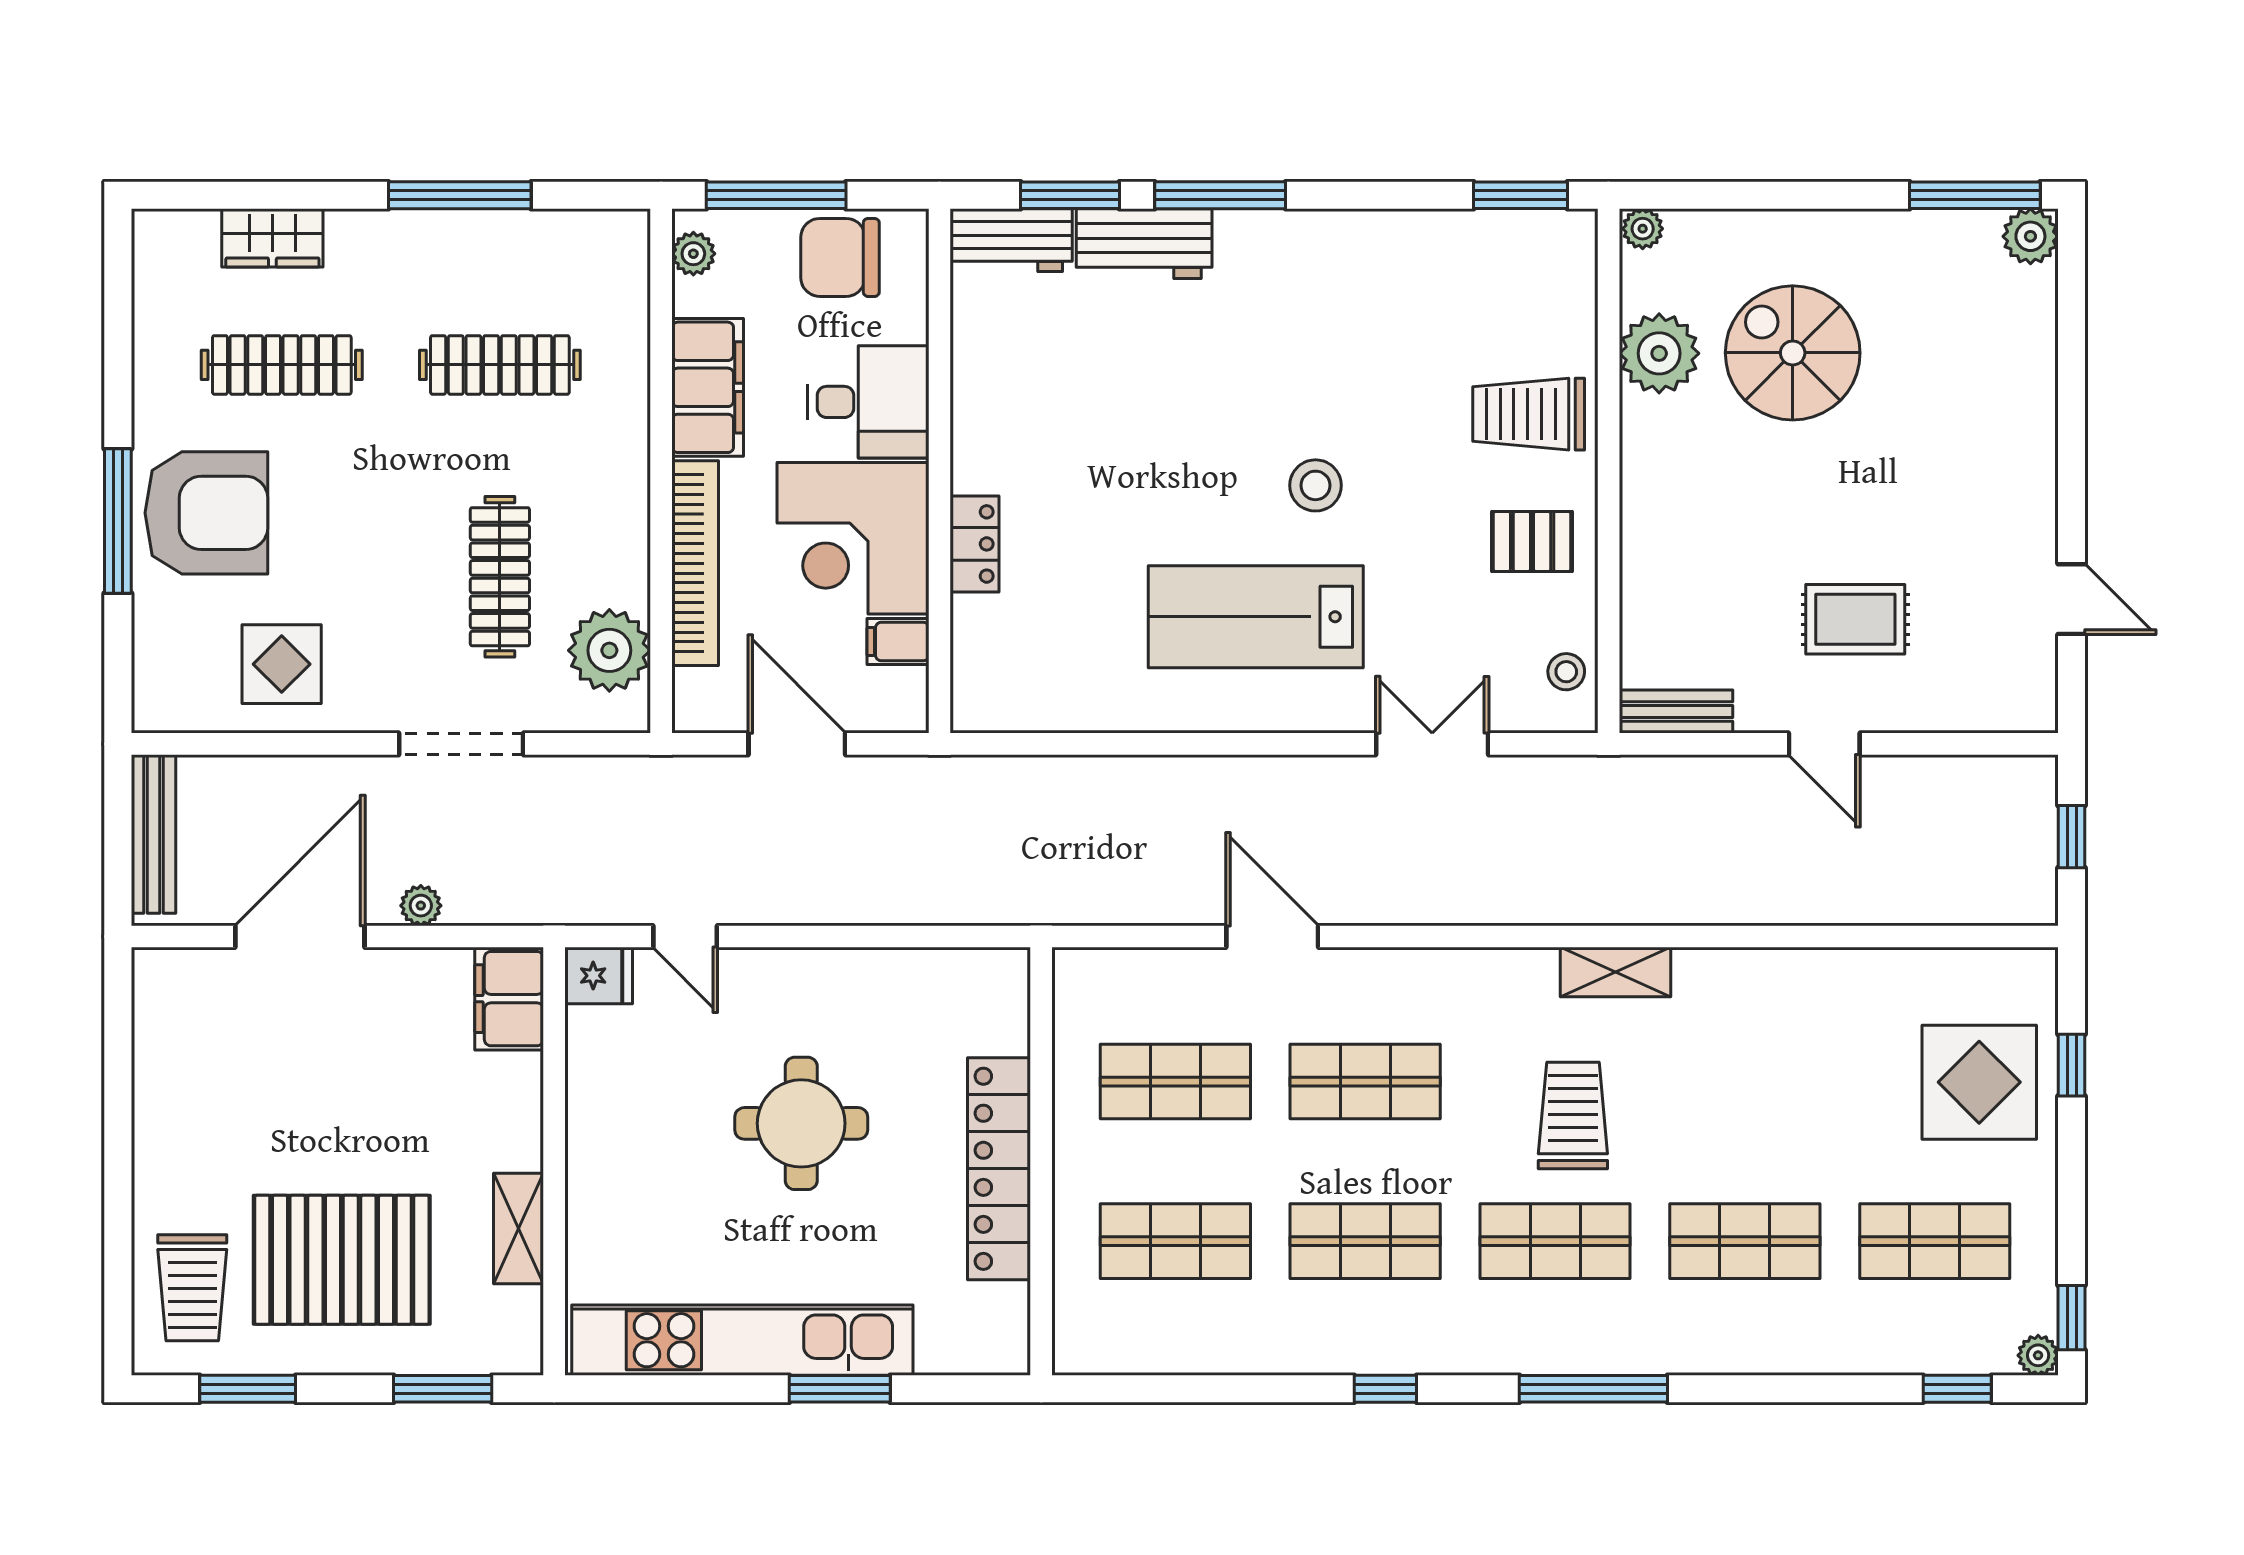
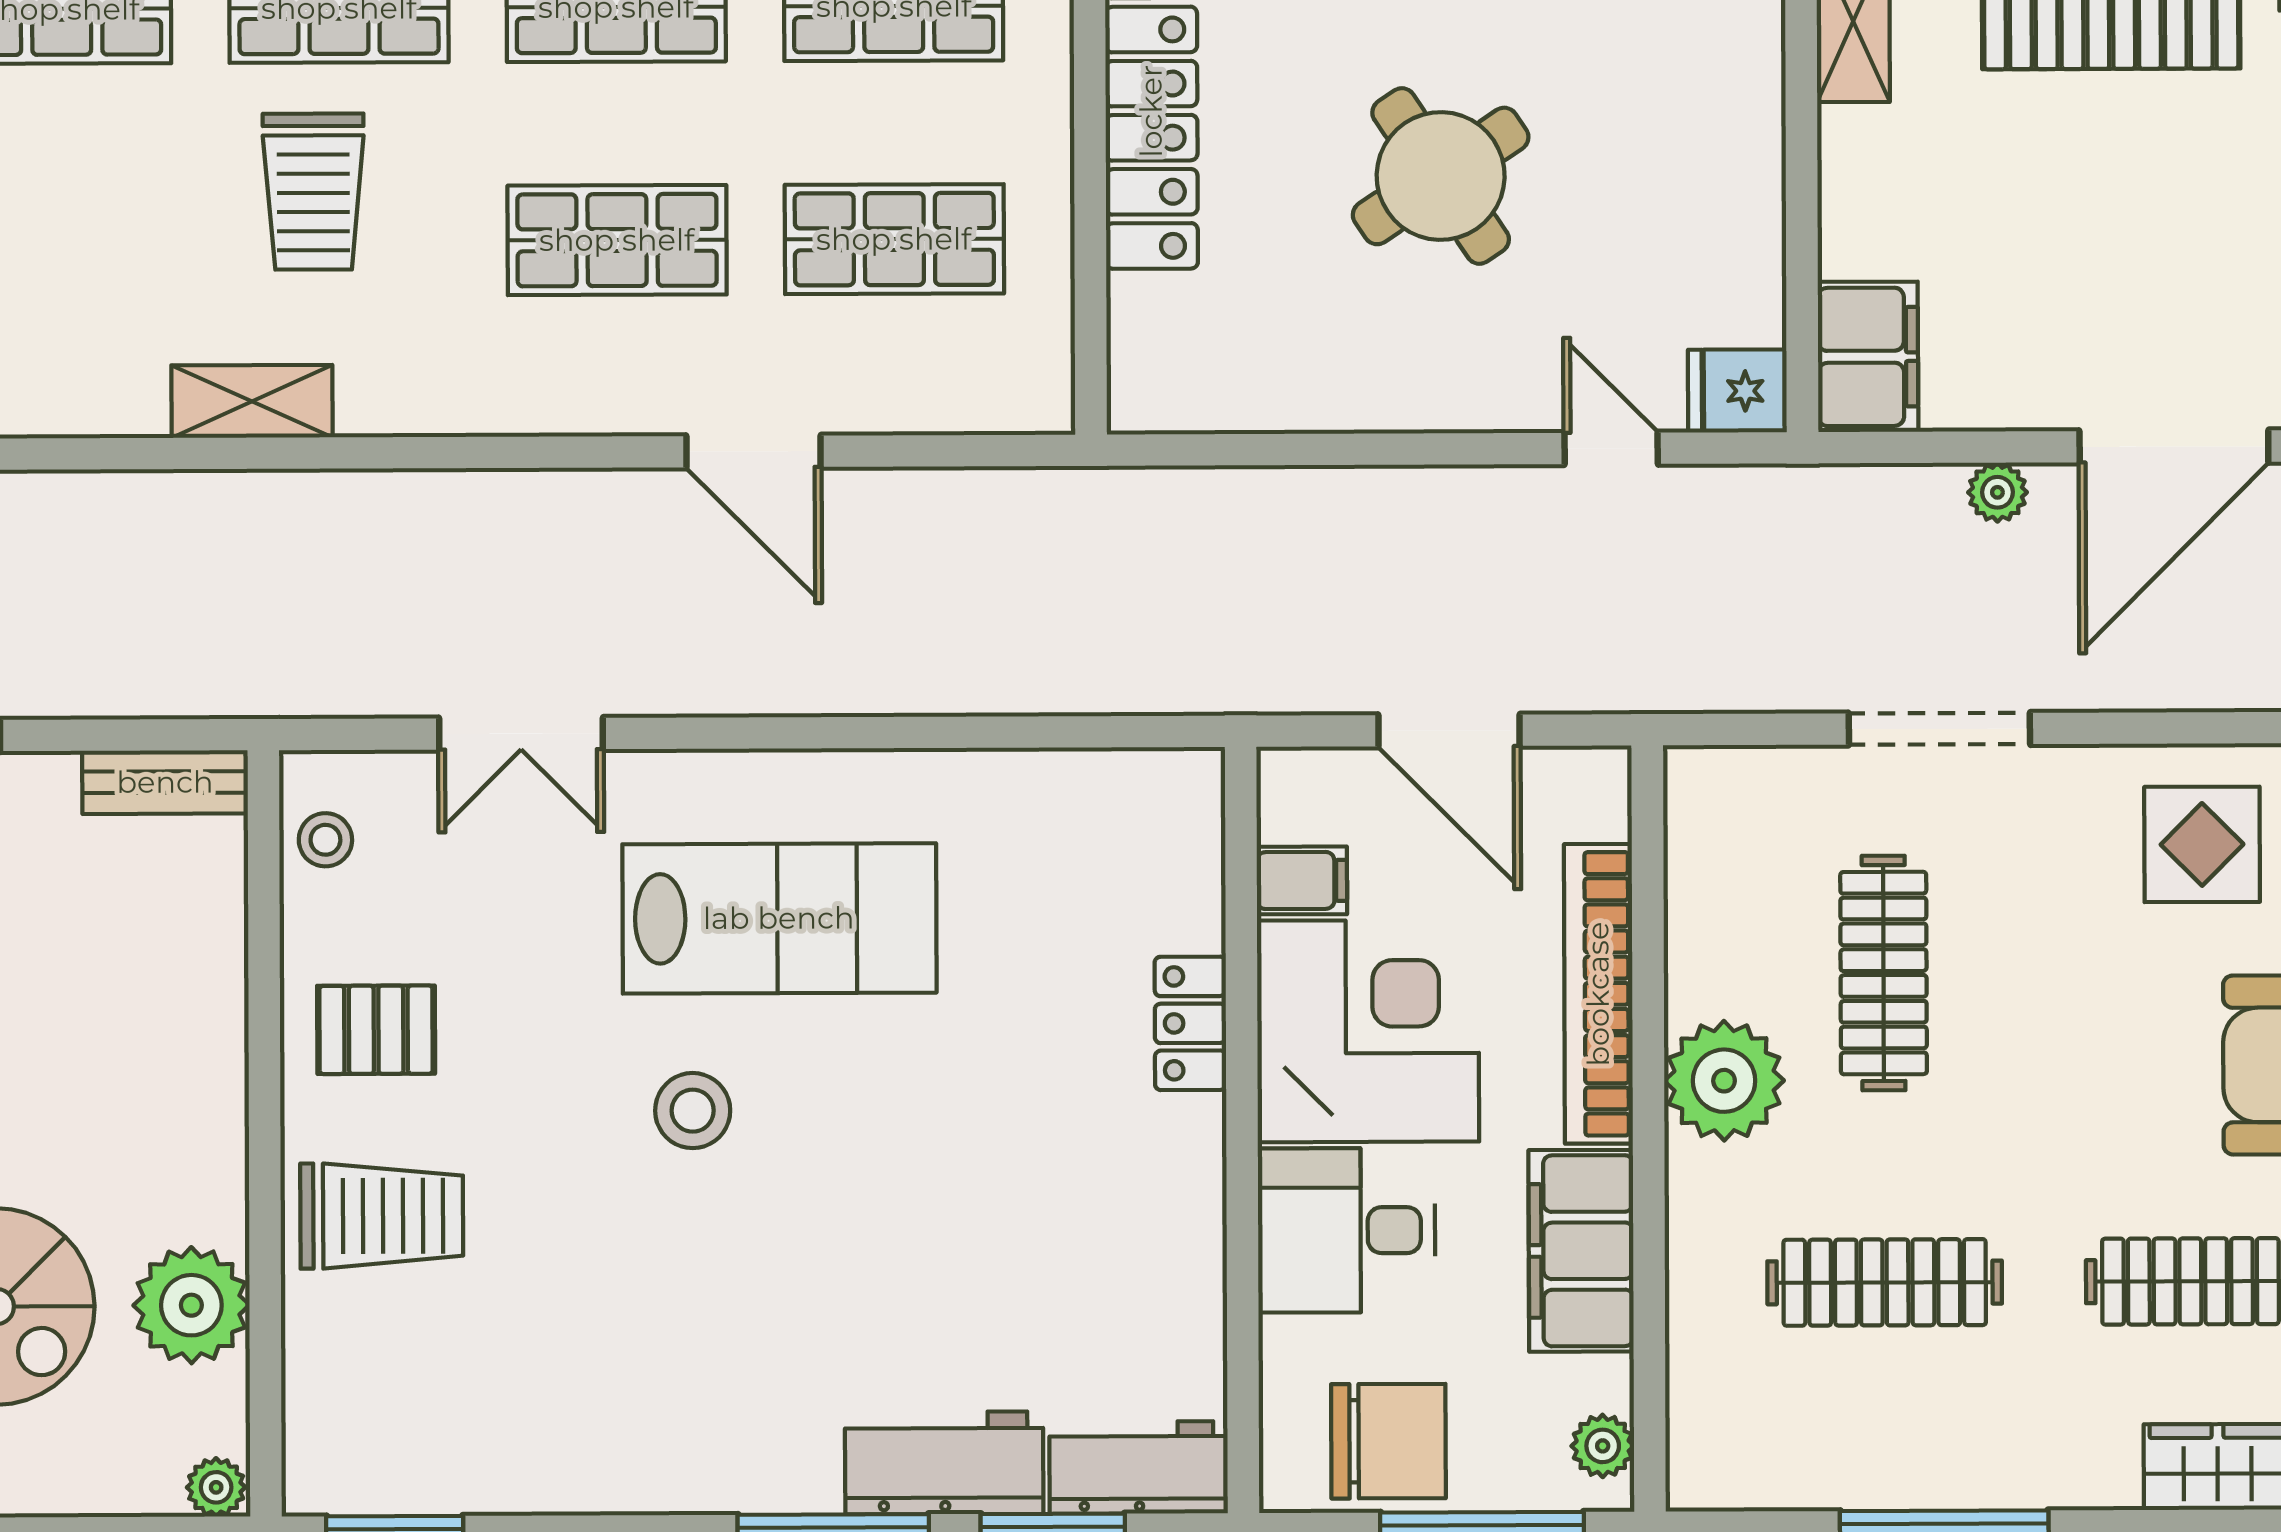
plant: (609, 650) -> (1724, 1081), moved
round table: (801, 1123) -> (1441, 176), turned -34

